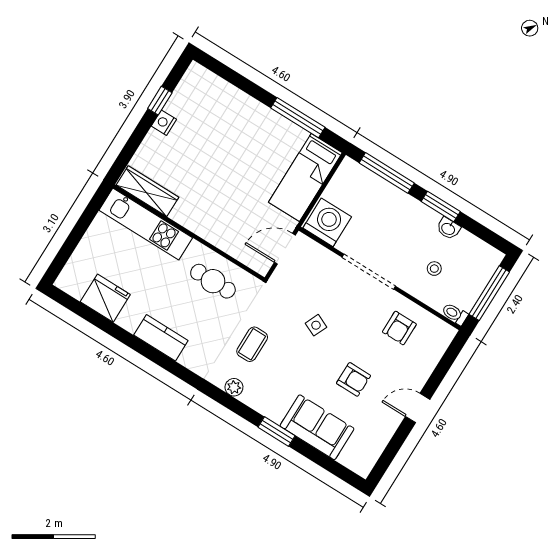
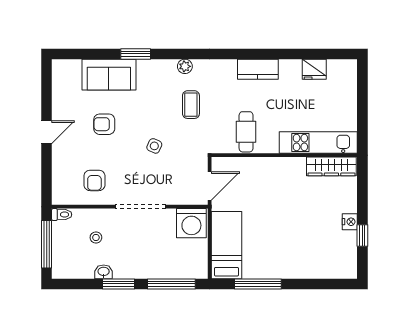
cafe table: (213, 281) -> (246, 132), turned 90
fridge: (105, 298) -> (314, 69), width x0.73, depth x0.75
armchair: (399, 328) -> (94, 180), turned 180

